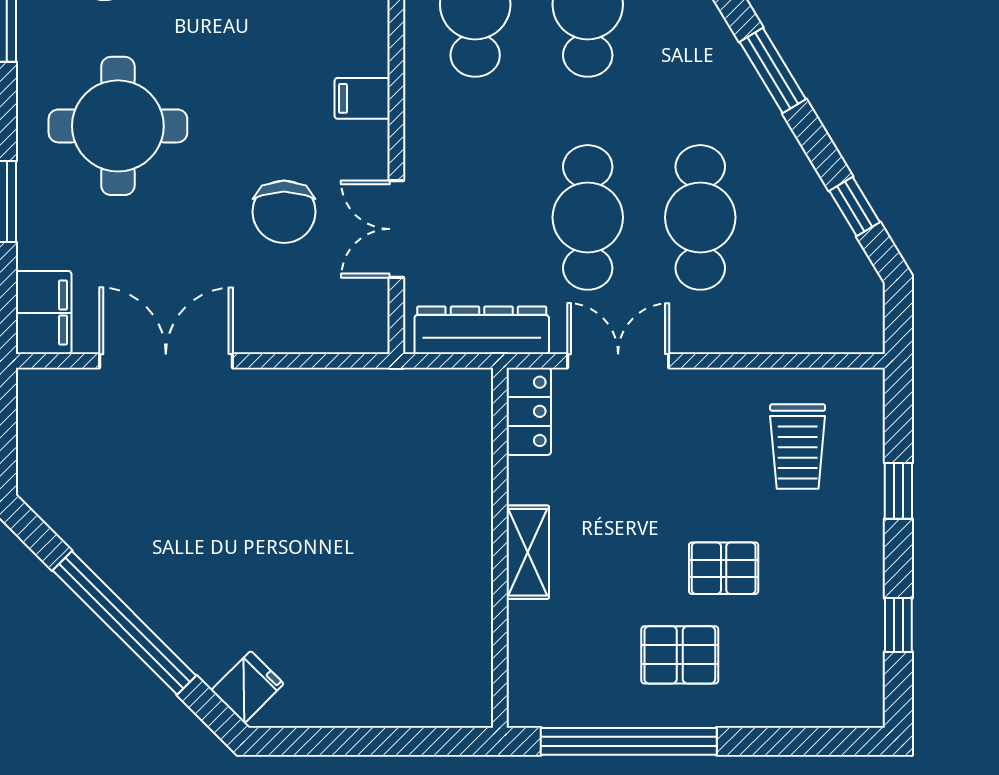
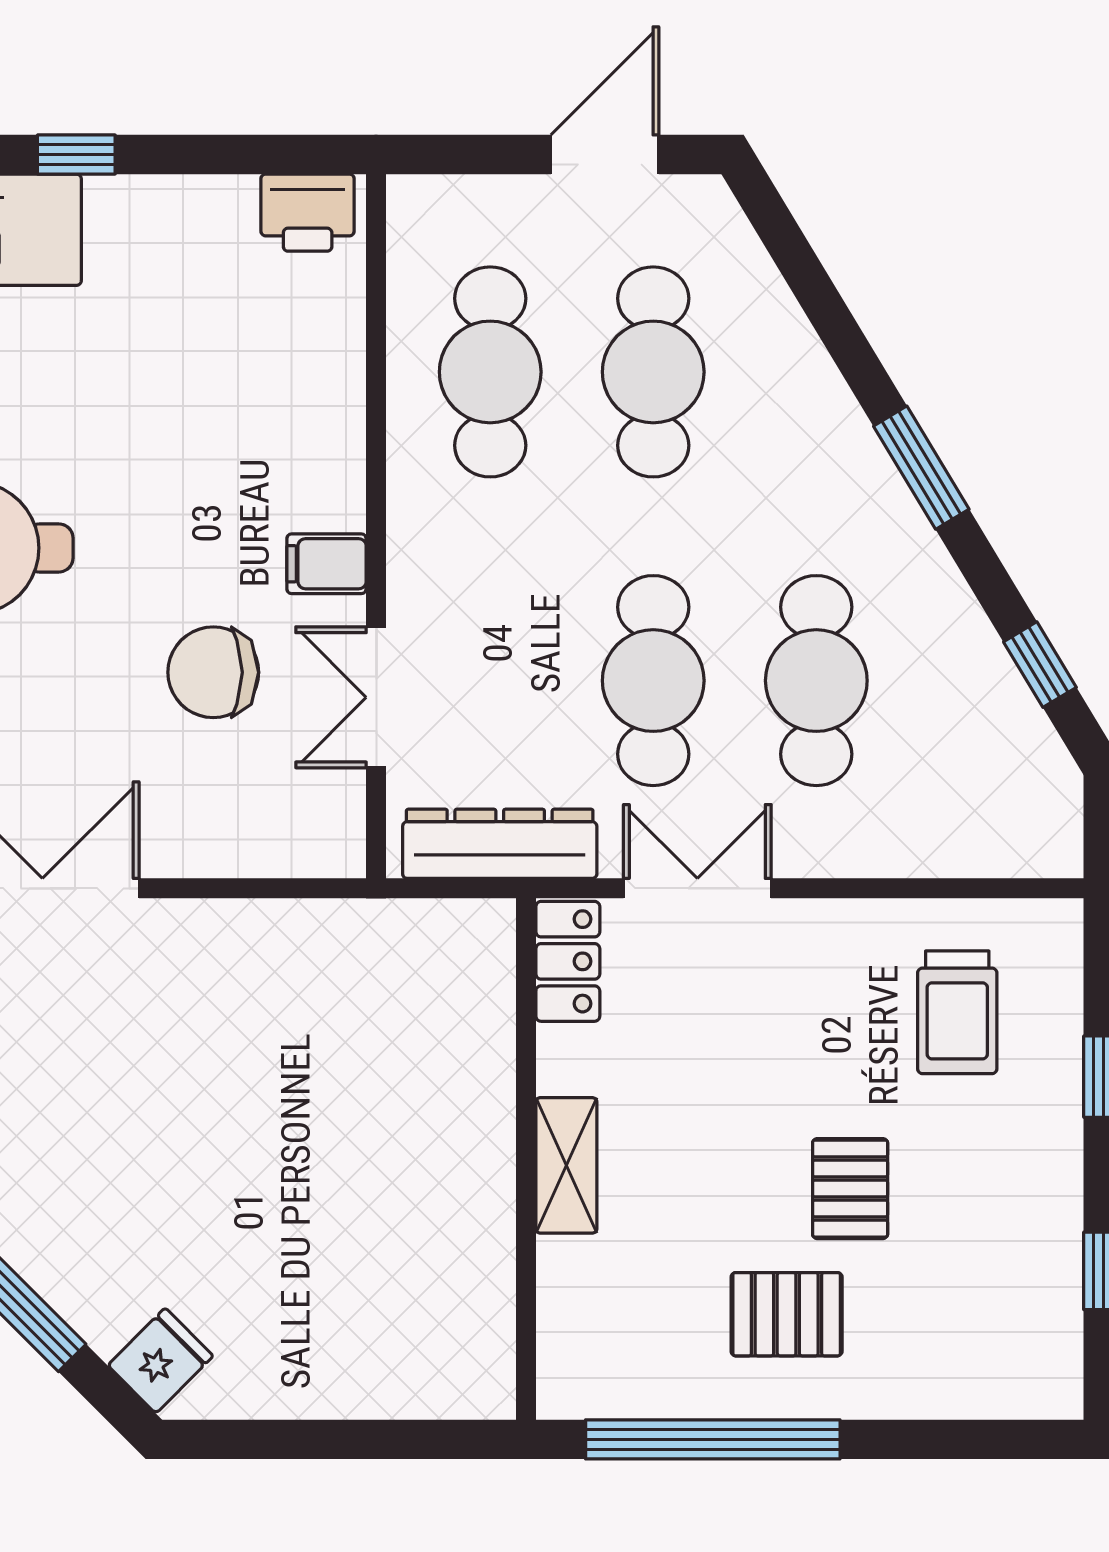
filing cabinet: (362, 98) -> (326, 564), moved
chair: (284, 212) -> (213, 672), turned 90
pallet: (724, 568) -> (850, 1189), turned 90

